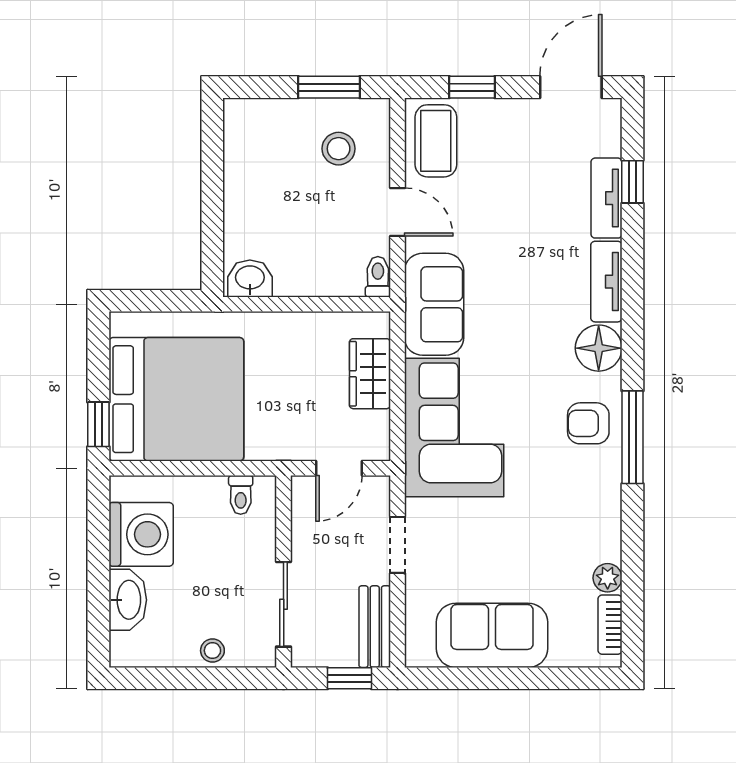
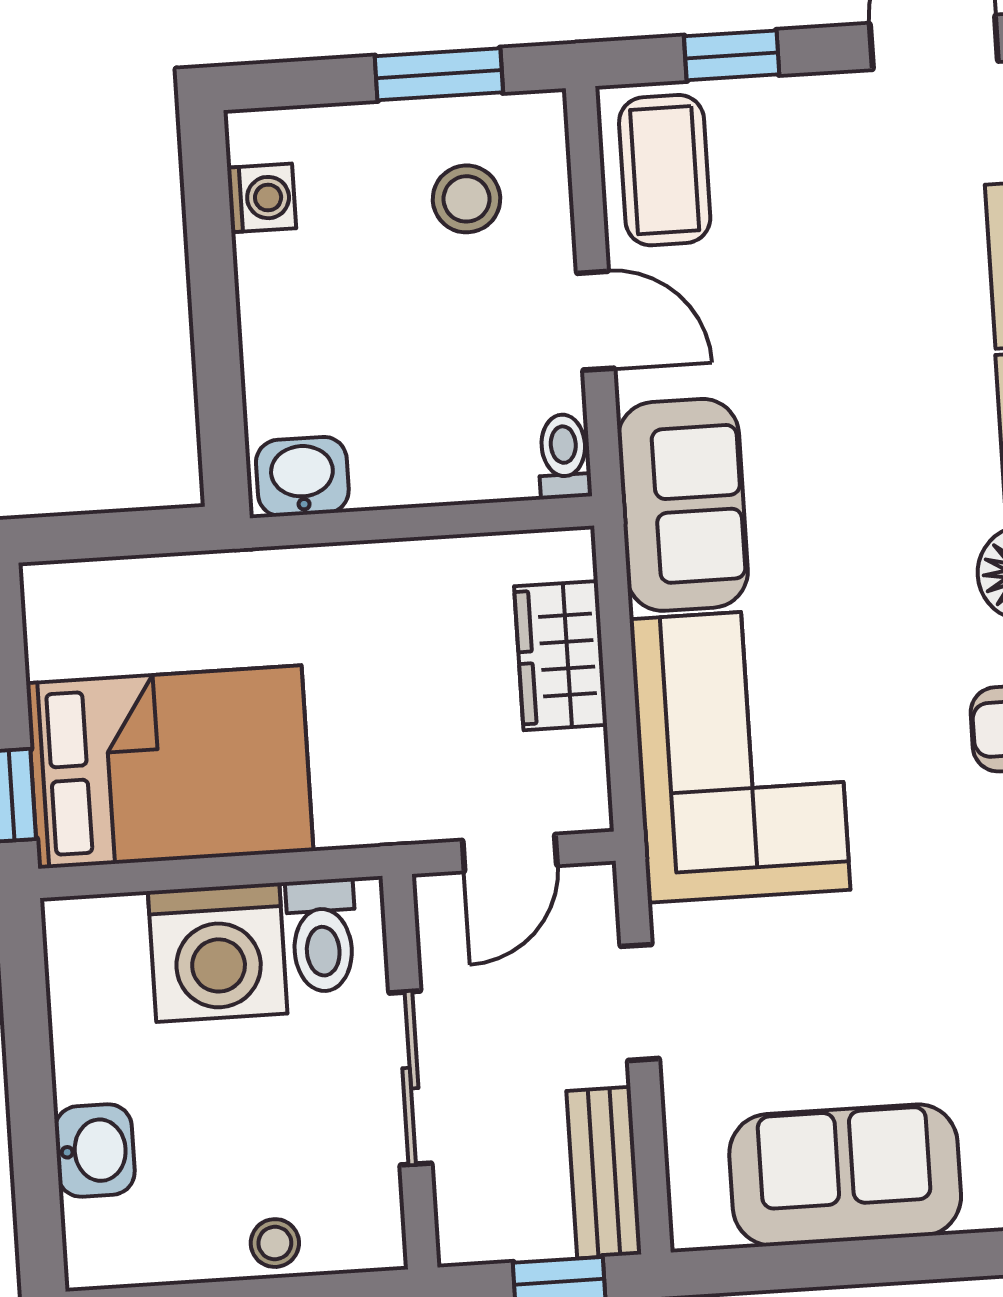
washing machine: (239, 142) -> (262, 198), added
bed: (176, 399) -> (170, 767), width x0.73
toilet: (241, 495) -> (322, 936), width x1.37, depth x1.39
washing machine: (141, 534) -> (218, 952), moved, turned 90
washbasin: (128, 600) -> (95, 1150), width x0.72
sliding door: (284, 604) -> (410, 1078), moved

